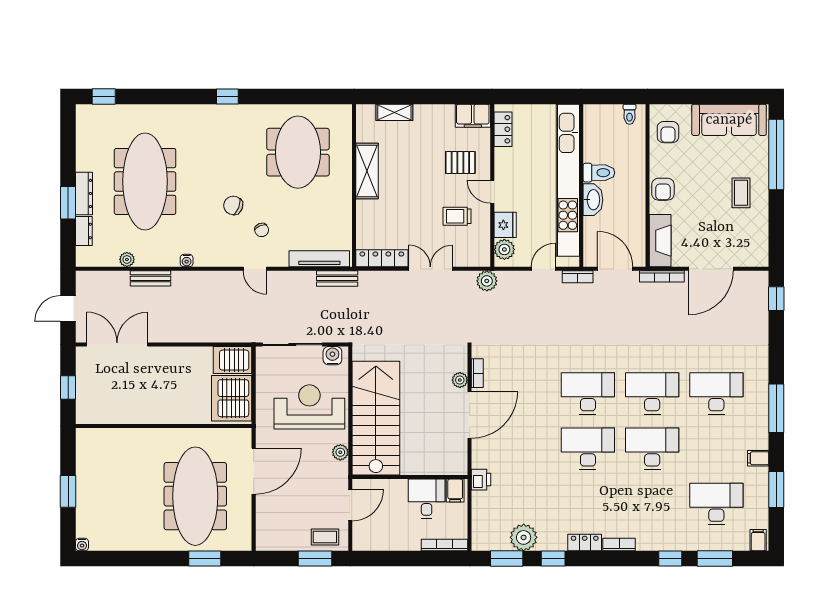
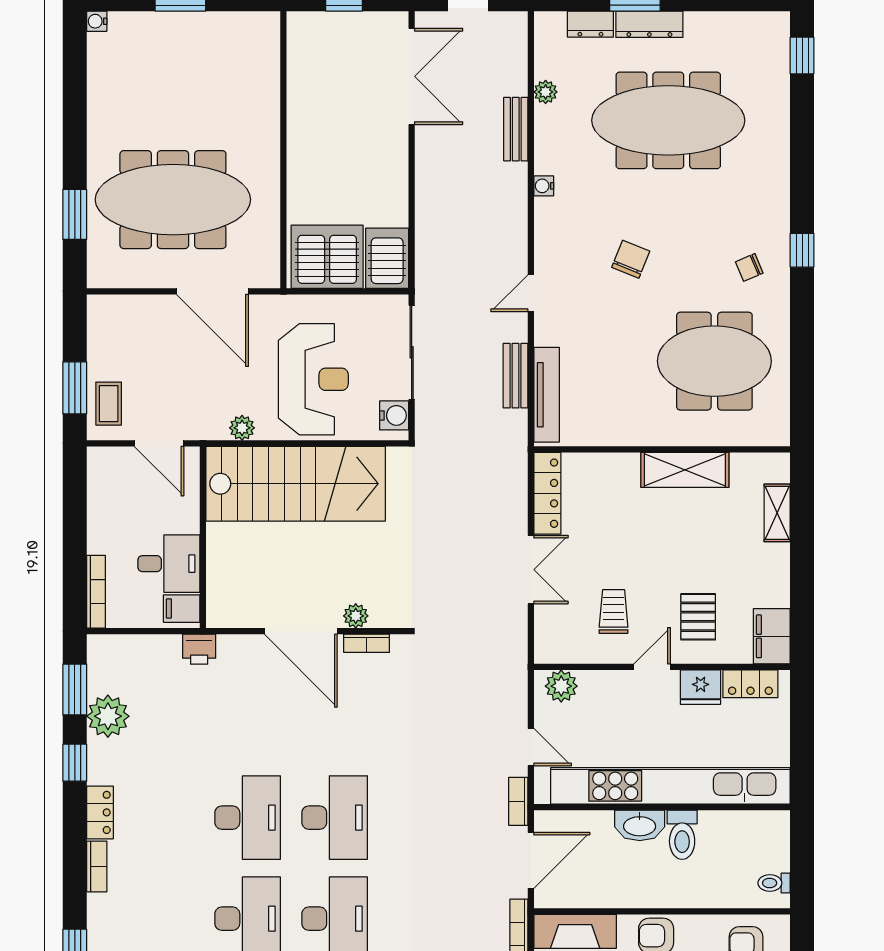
fridge: (505, 225) -> (701, 687), moved
chair: (262, 230) -> (749, 267), moved
bench: (337, 279) -> (516, 376), moved
plant: (487, 281) -> (512, 658), removed

